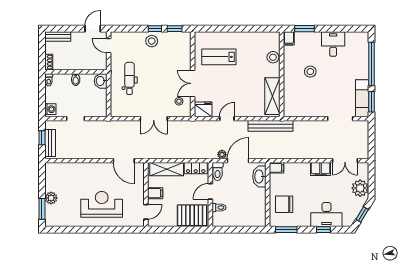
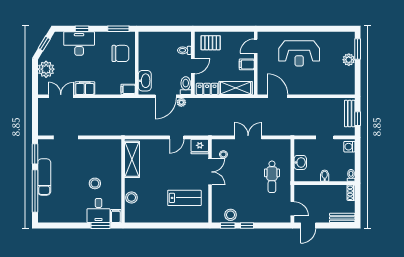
stool: (152, 41) -> (230, 215), moved
desk: (333, 44) -> (98, 210), moved
washbasin: (101, 81) -> (300, 162), moved
exam couch: (362, 98) -> (44, 177), moved
bench: (271, 126) -> (134, 130), removed
pallet: (192, 215) -> (211, 43), width x0.67, depth x0.71

